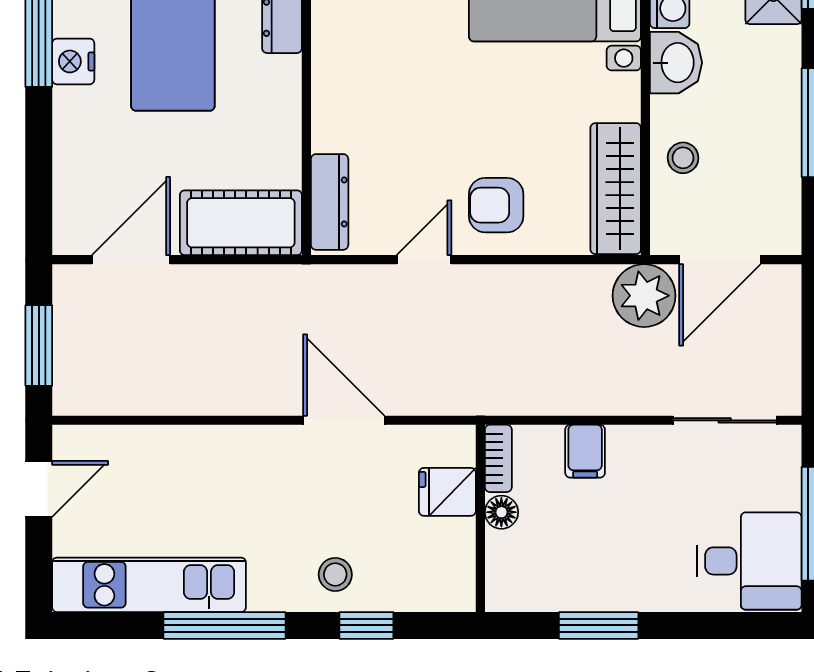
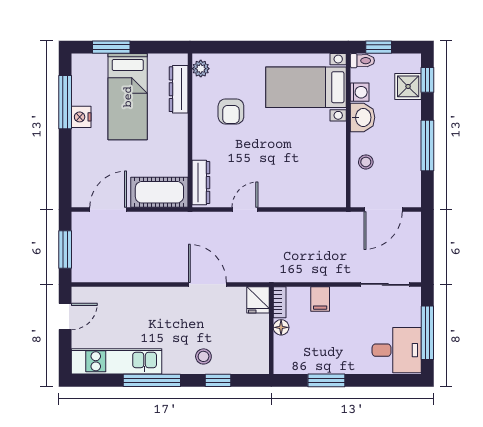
wardrobe: (616, 189) -> (334, 176), removed
armchair: (496, 205) -> (231, 111), moved, turned -90
plant: (644, 296) -> (348, 226), removed
fridge: (447, 492) -> (258, 300), moved, turned -90

